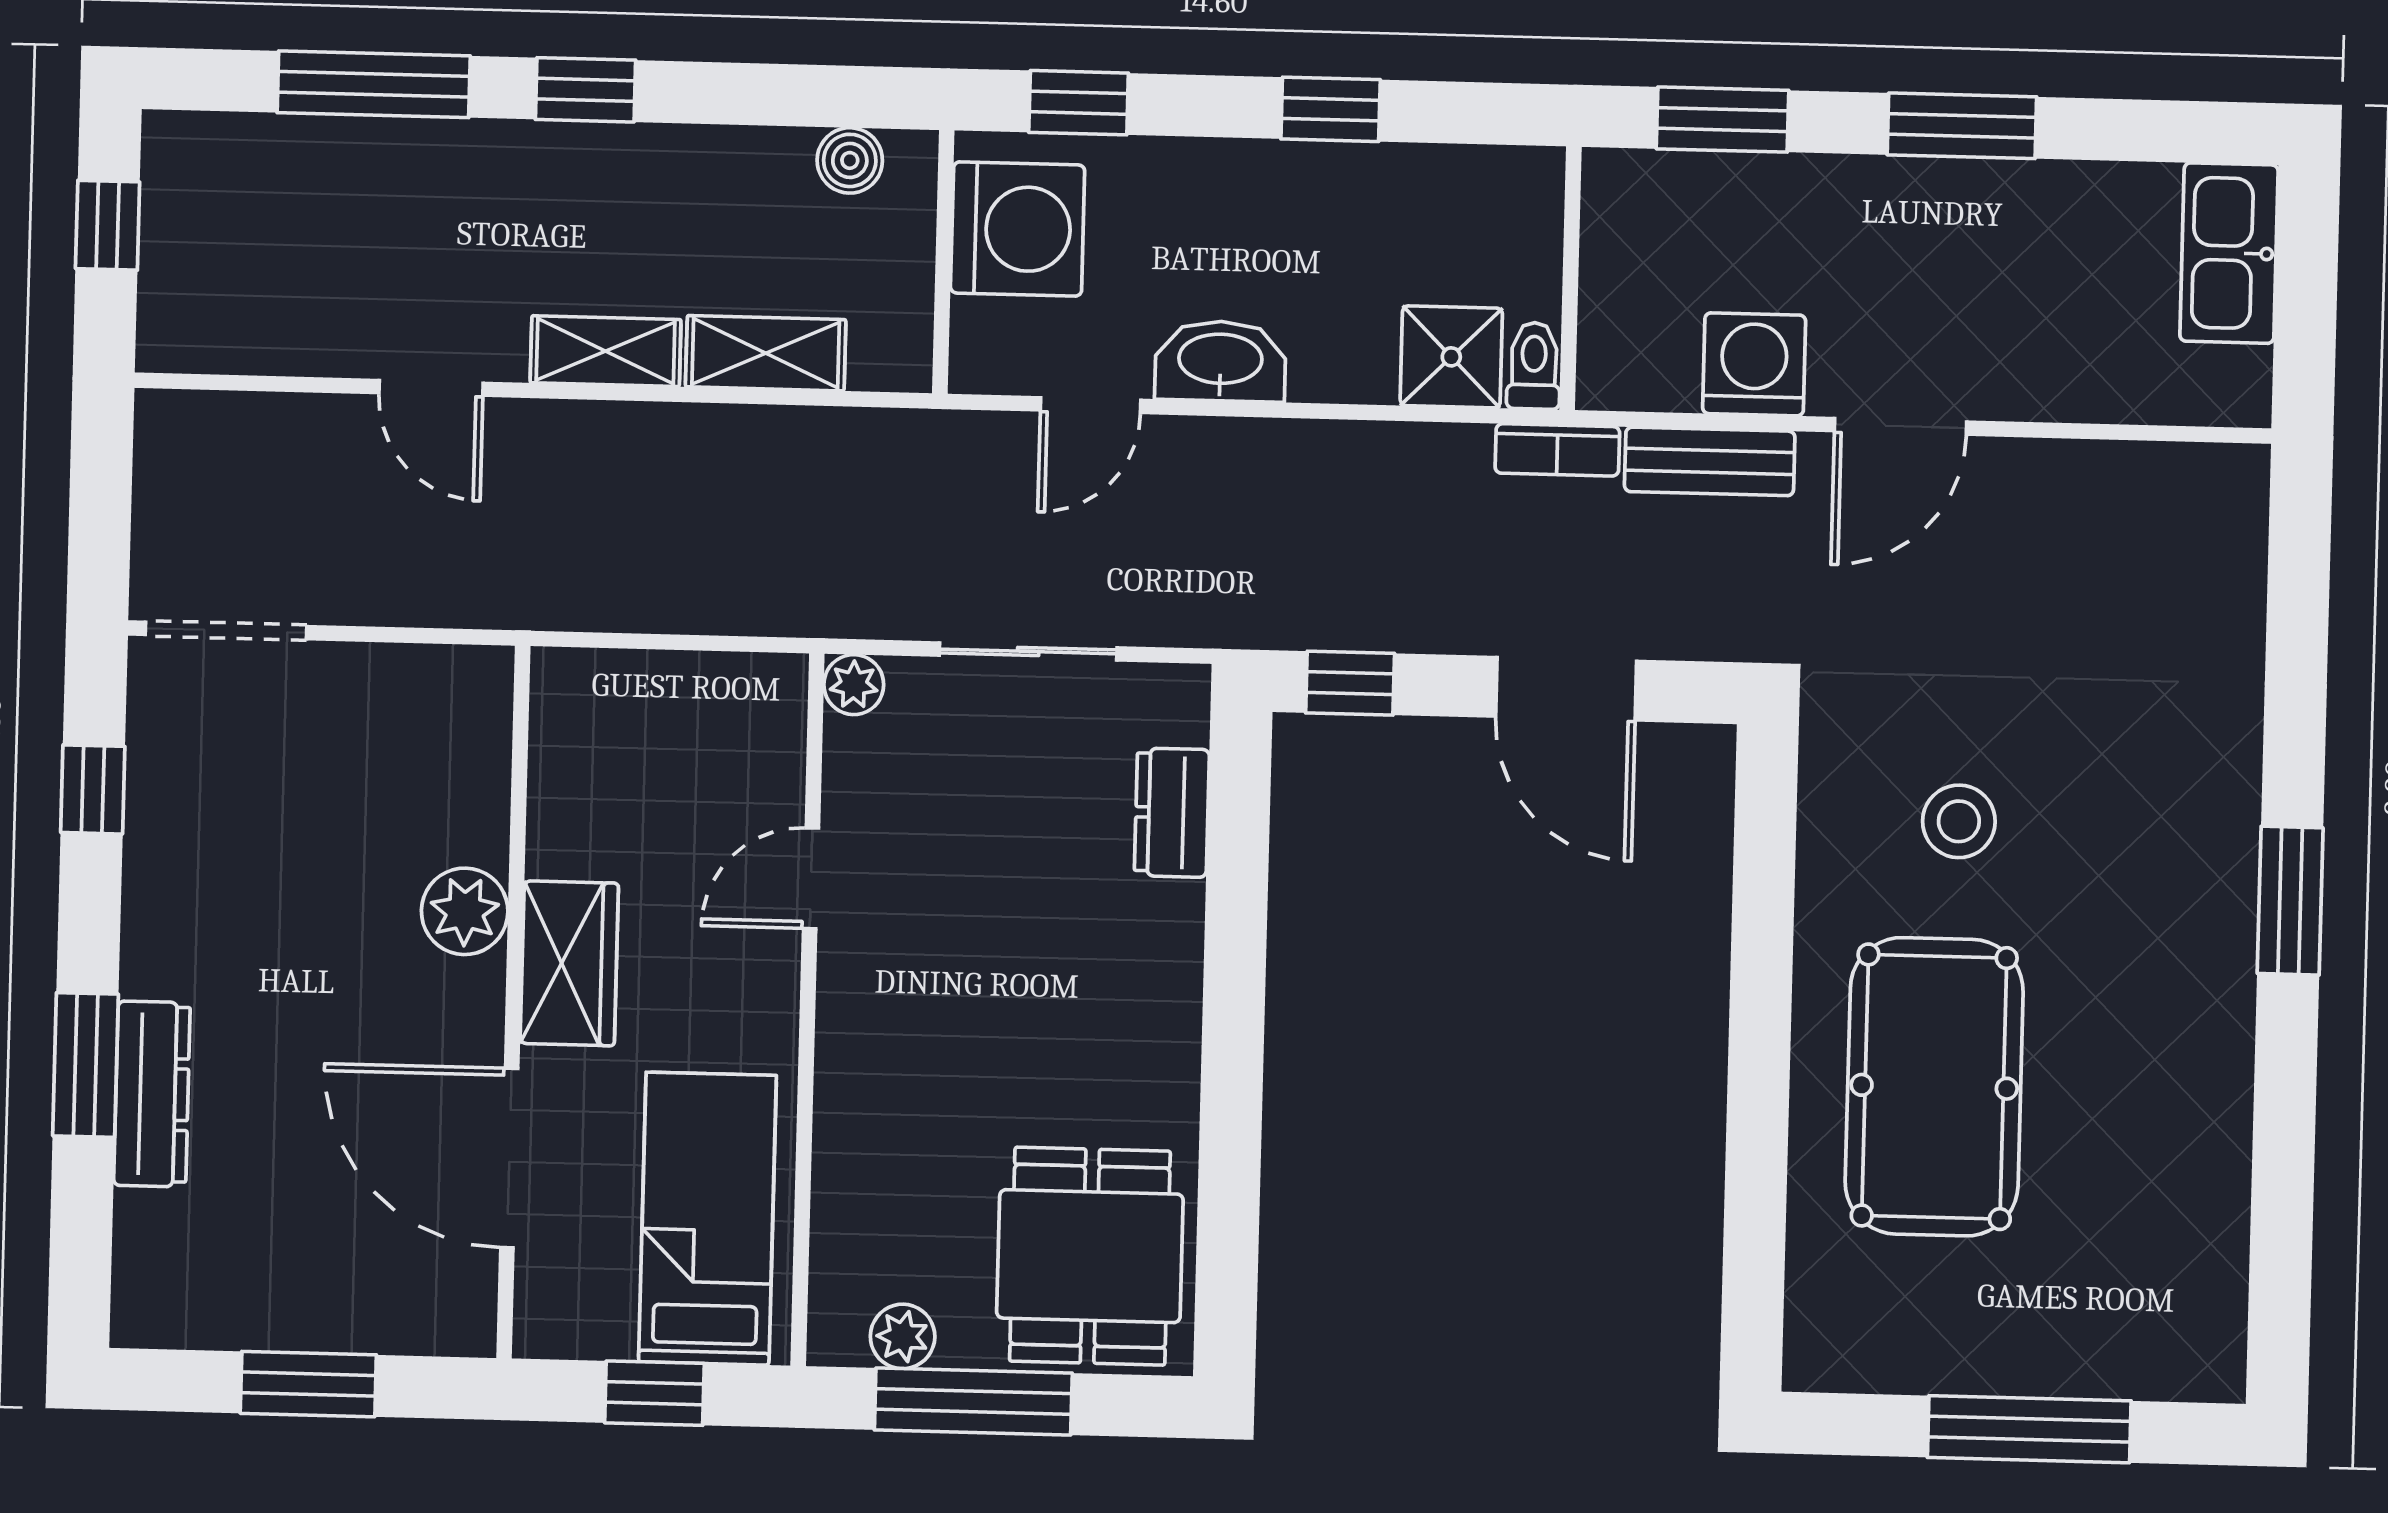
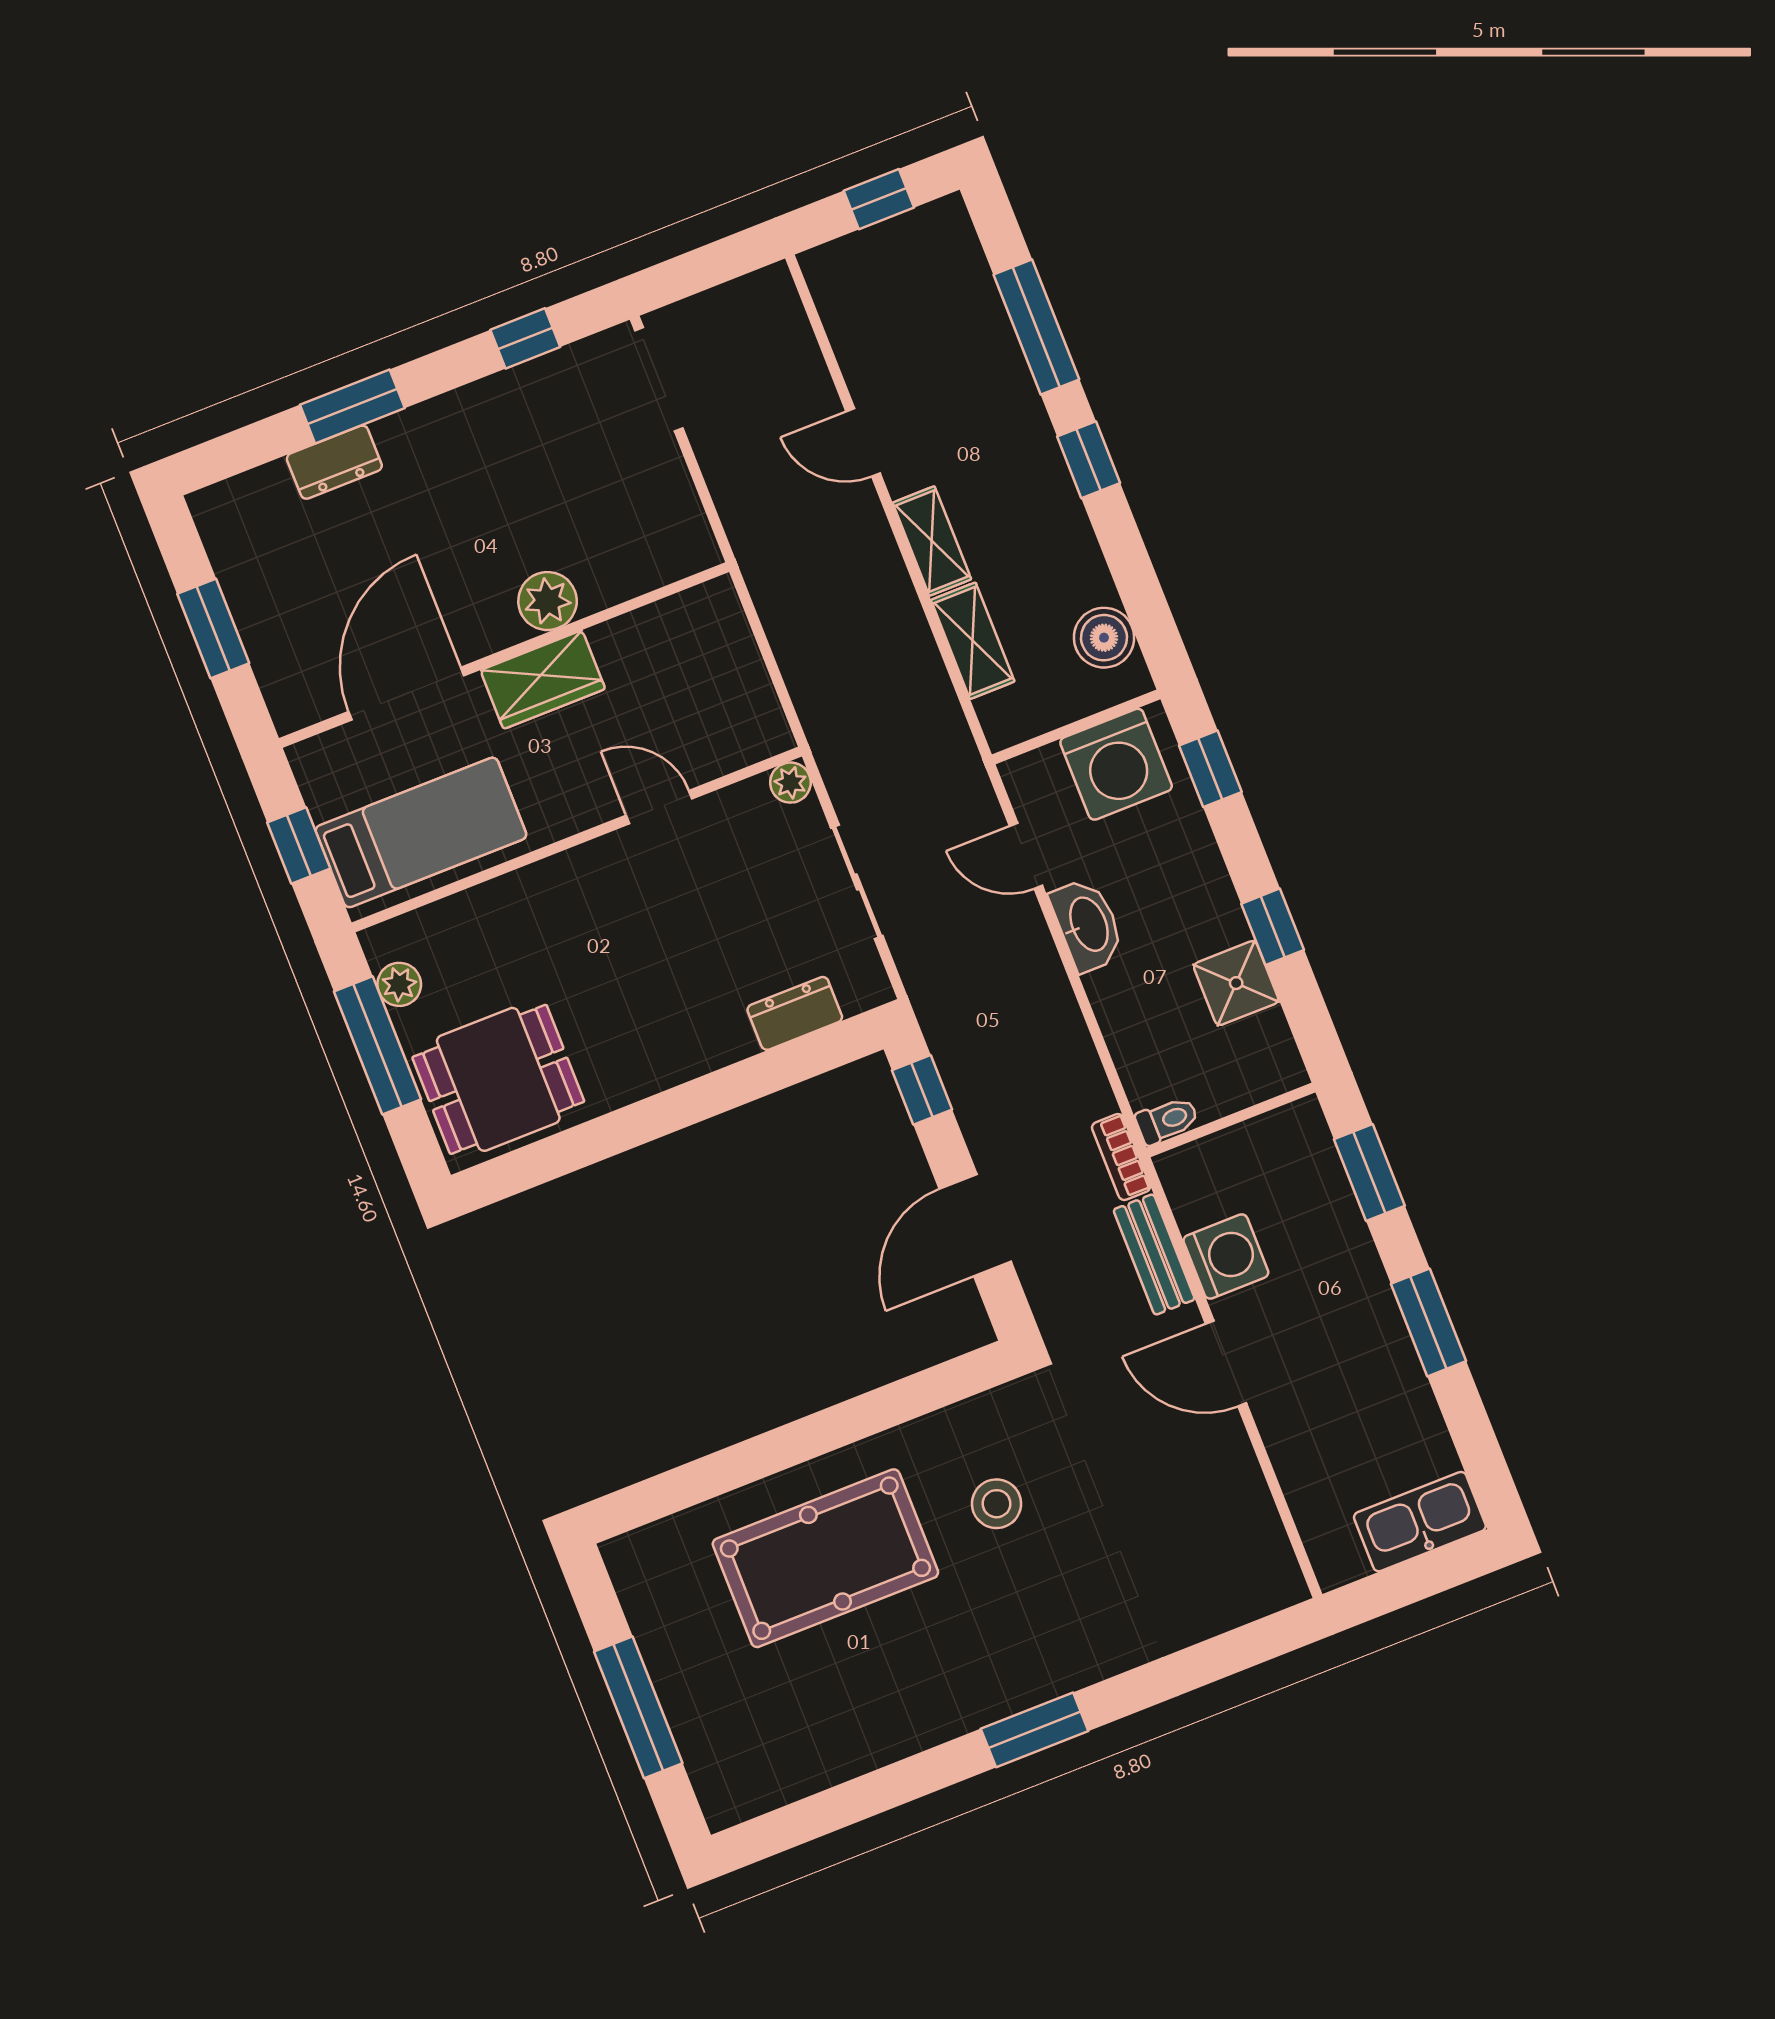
boiler: (850, 160) -> (1104, 638), width x1.36, depth x1.36
shower: (1451, 357) -> (1236, 983), moved
door: (431, 388) -> (863, 442), hinge flipped
dresser: (152, 1094) -> (334, 462), width x0.70

